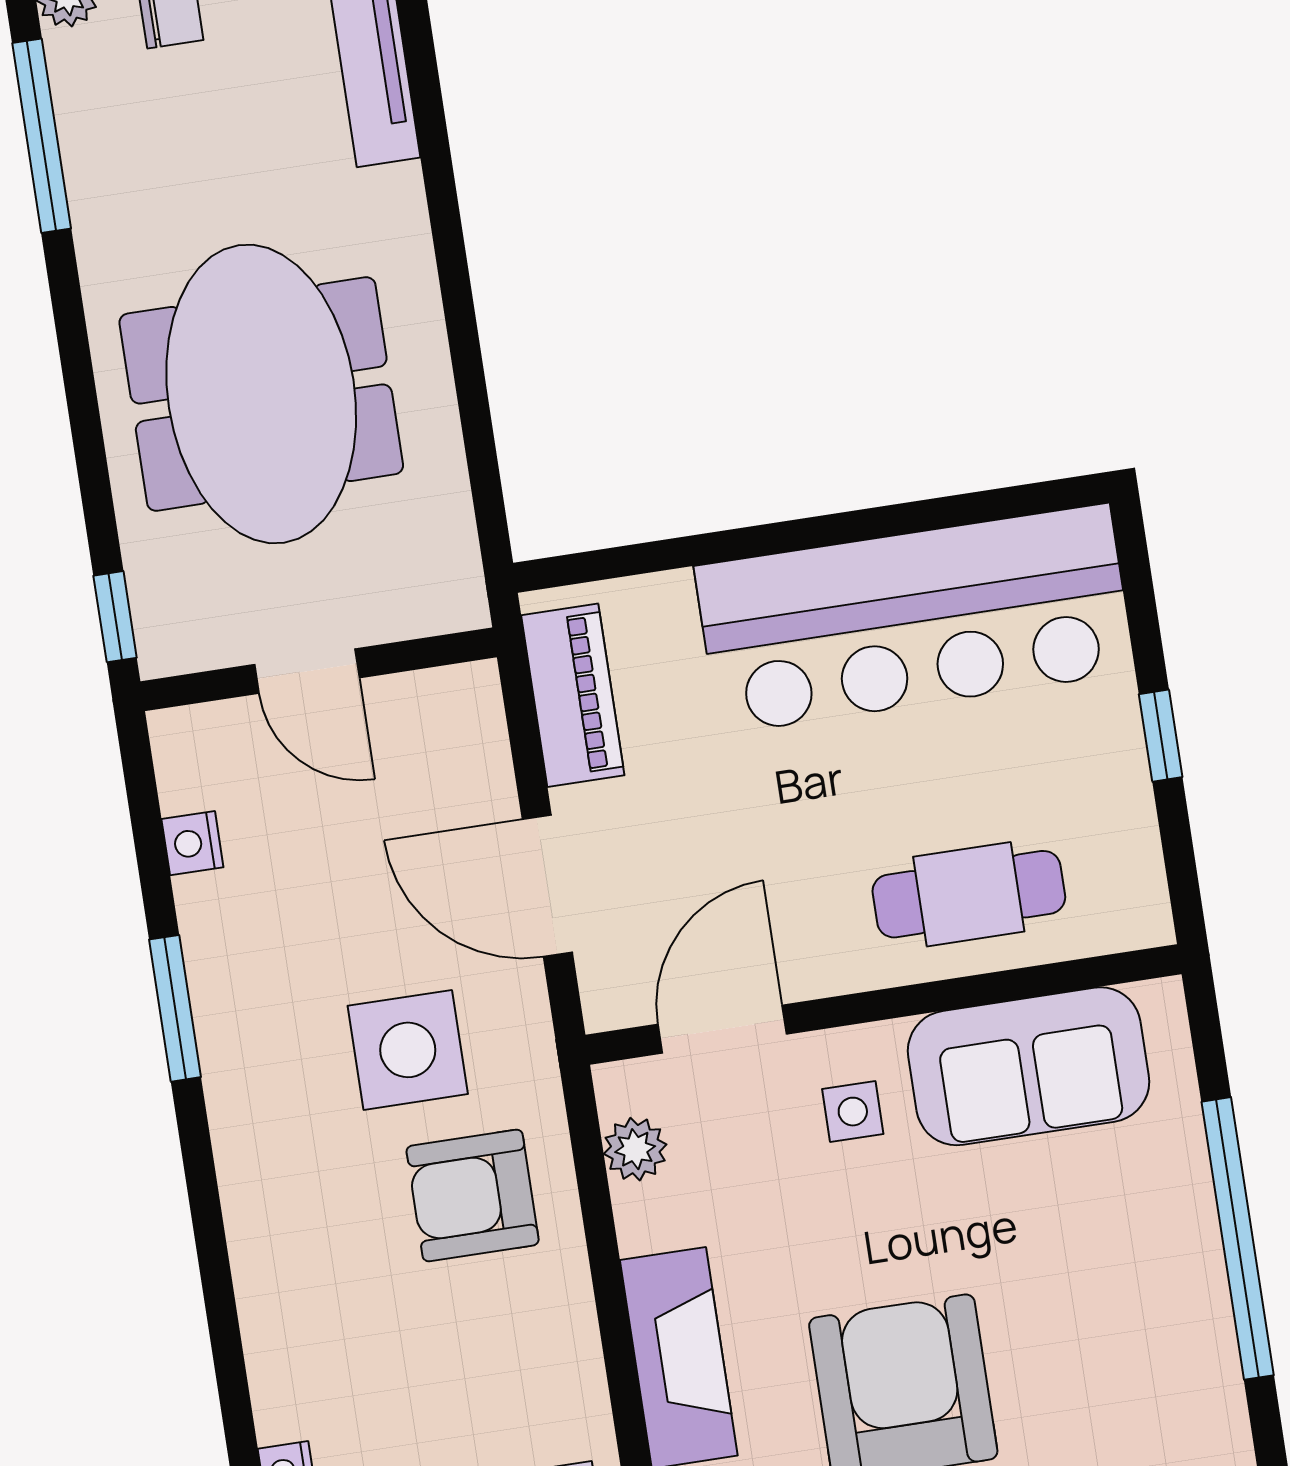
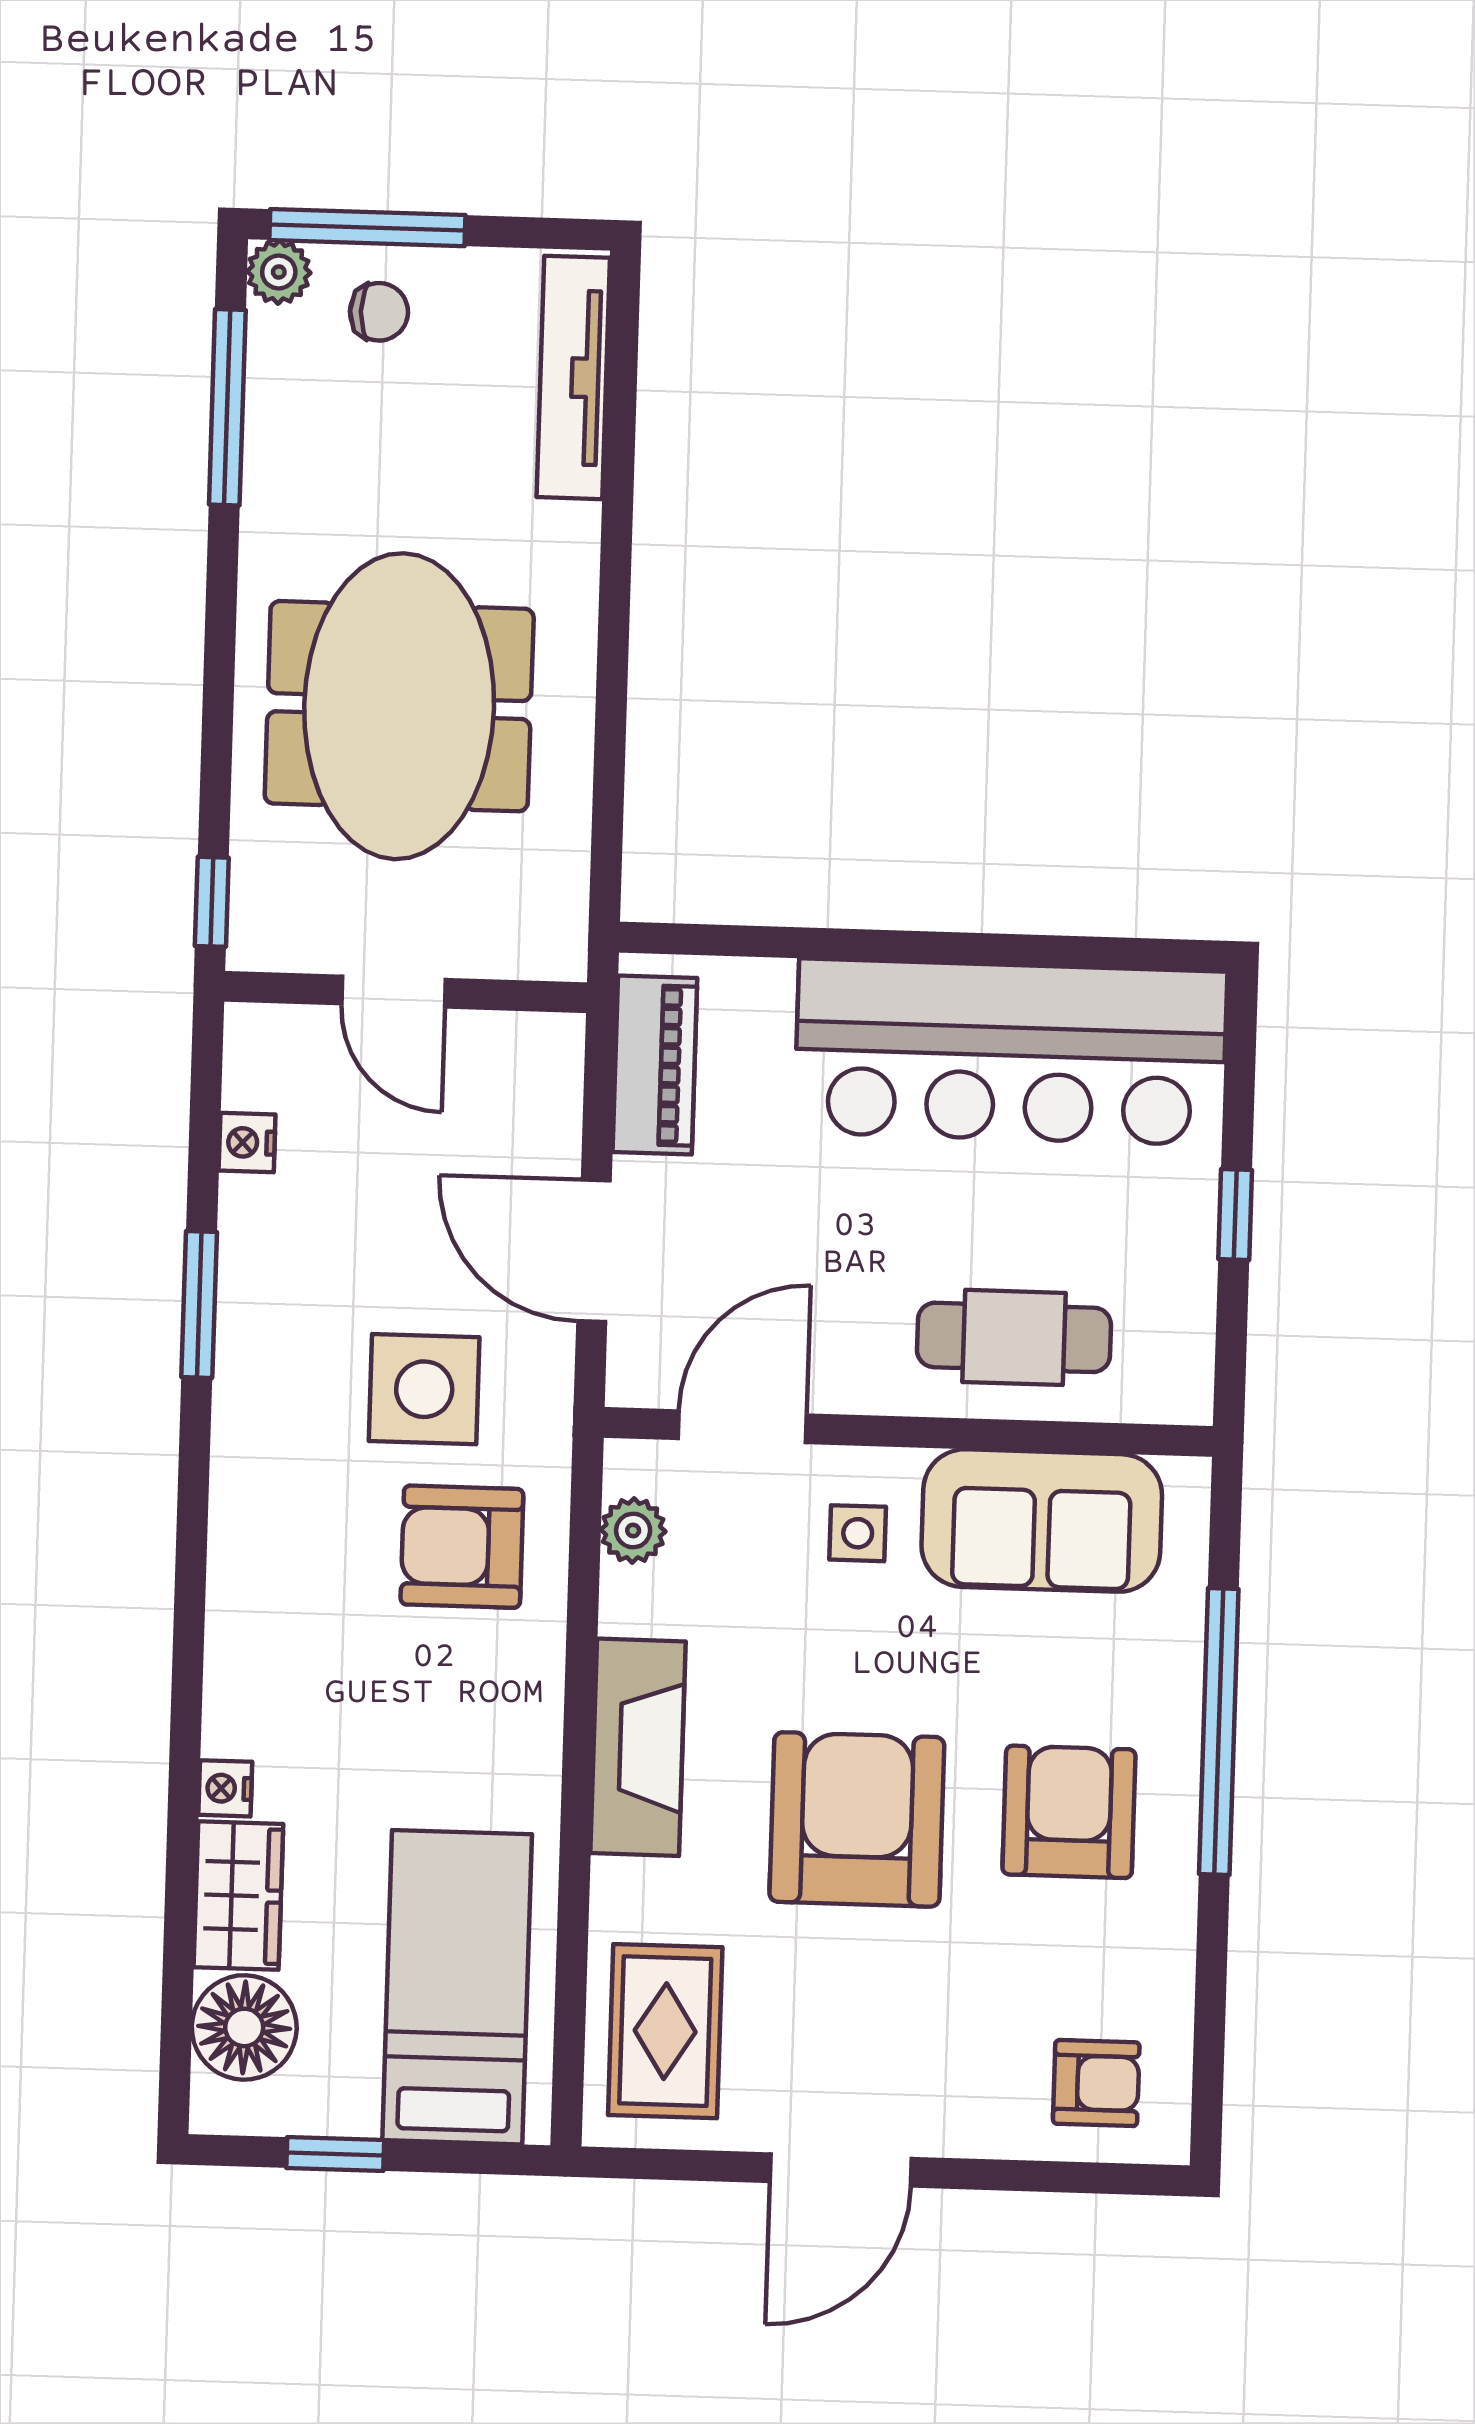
armchair: (1107, 1343) -> (1069, 1812), added

